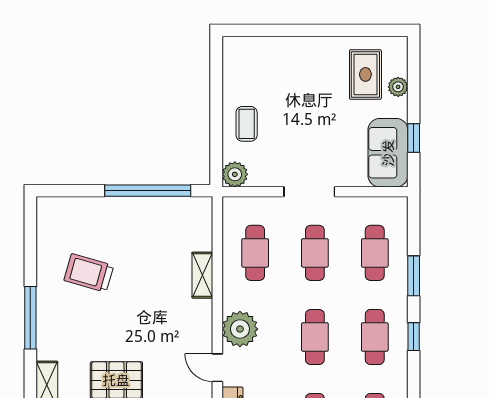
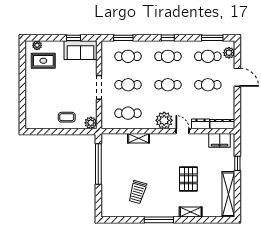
plant: (398, 87) -> (37, 45), moved
window: (414, 276) -> (123, 38), moved
door: (217, 368) -> (183, 131), swing flipped

